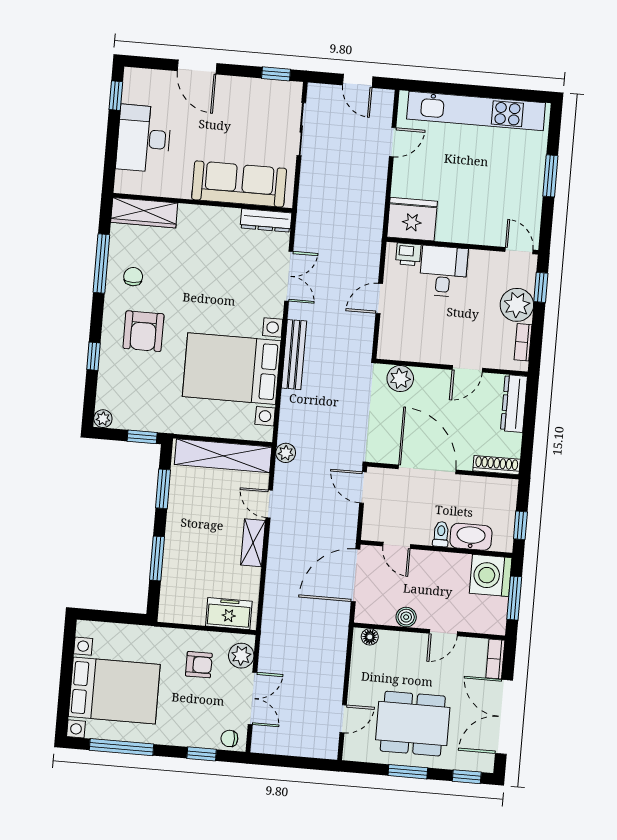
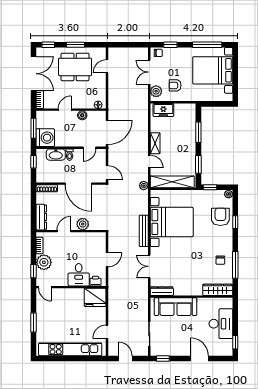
armchair: (143, 331) -> (220, 217), moved
plant: (400, 379) -> (83, 224), moved
door: (397, 545) -> (89, 148), swing flipped

